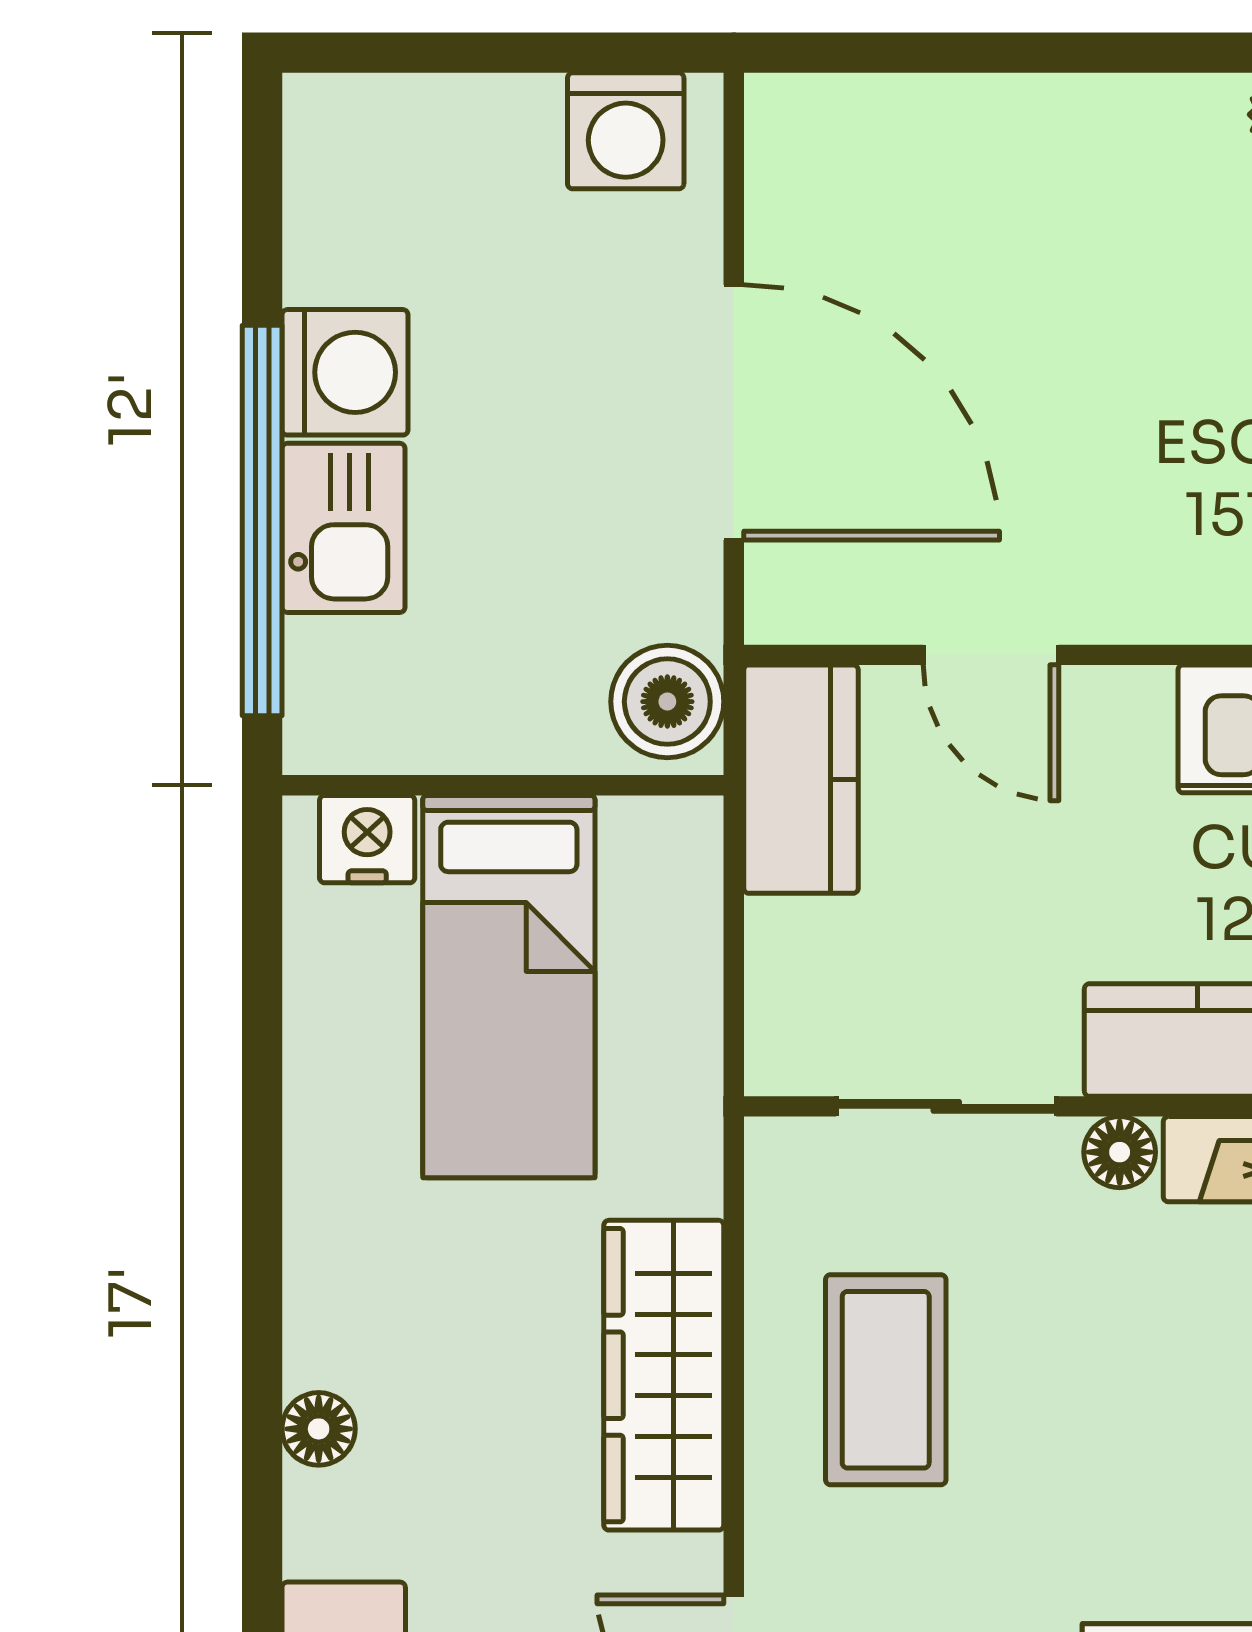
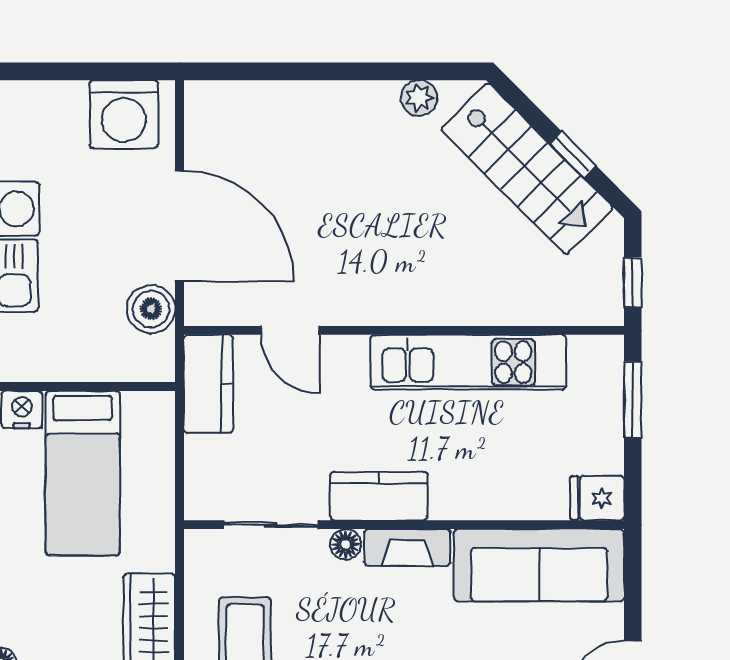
washing machine: (626, 131) -> (124, 114), width x1.37, depth x1.37
boiler: (667, 702) -> (151, 309), moved

